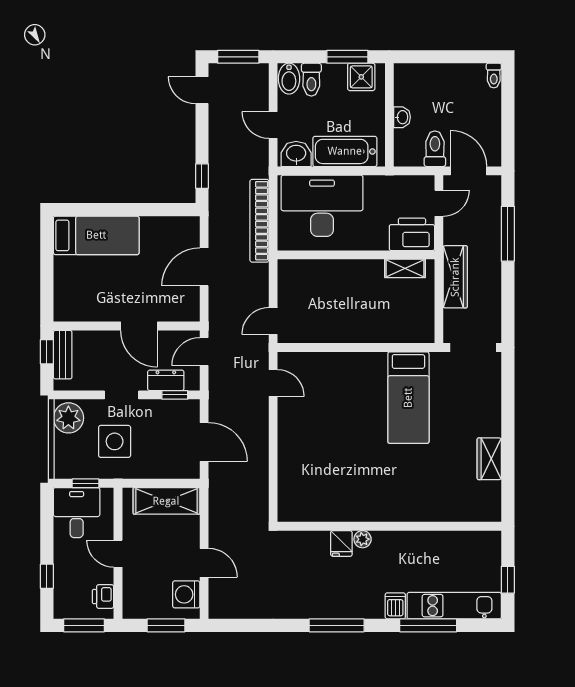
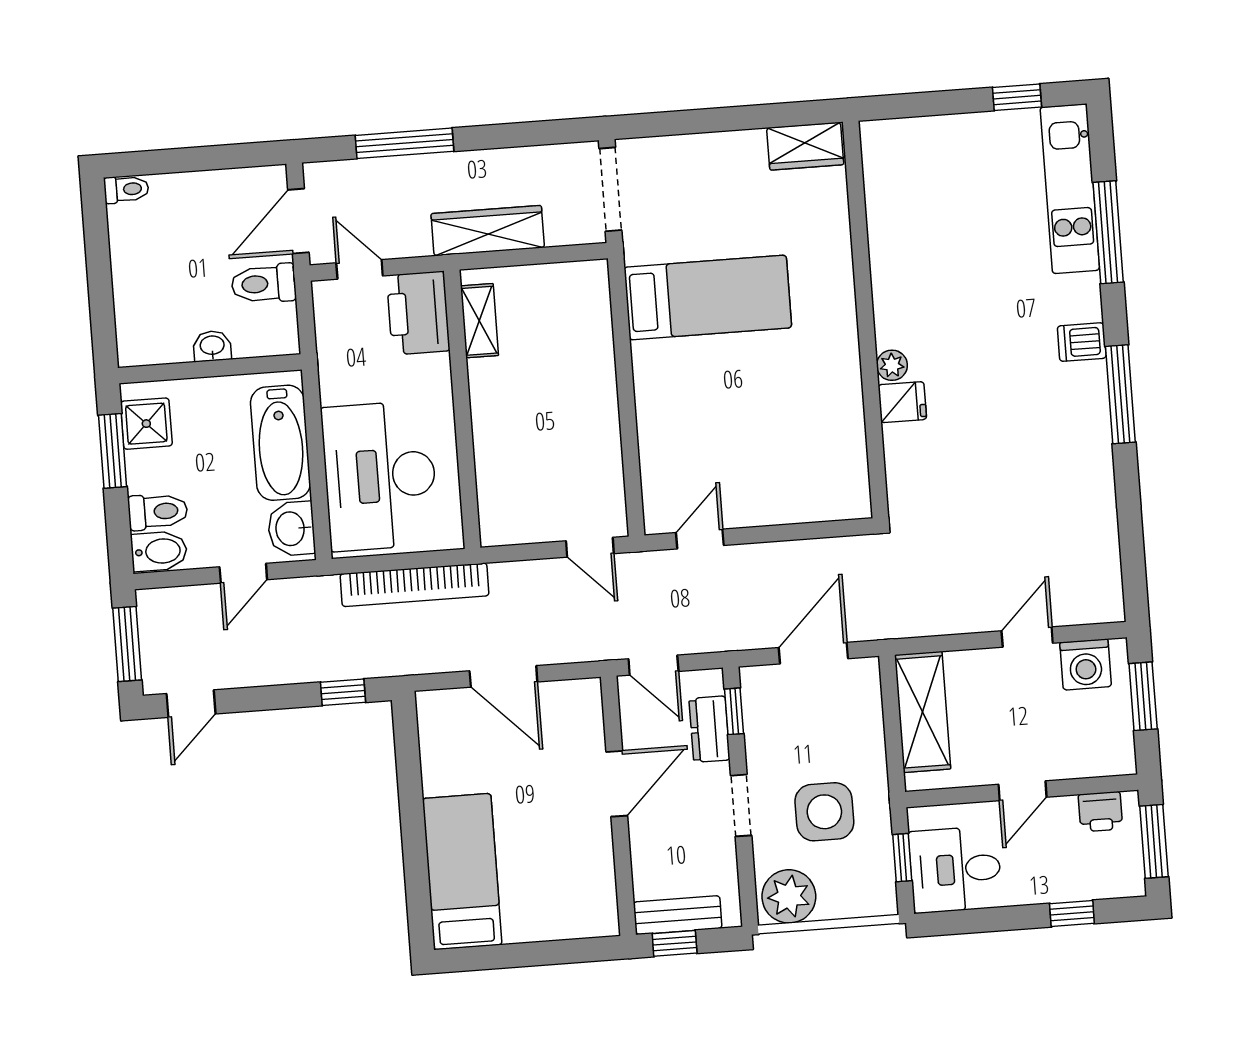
wall: (389, 526) -> (866, 319), moved
plant: (363, 539) -> (892, 365), moved
fridge: (341, 543) -> (902, 402), moved
dishwasher: (395, 606) -> (1082, 342), moved

